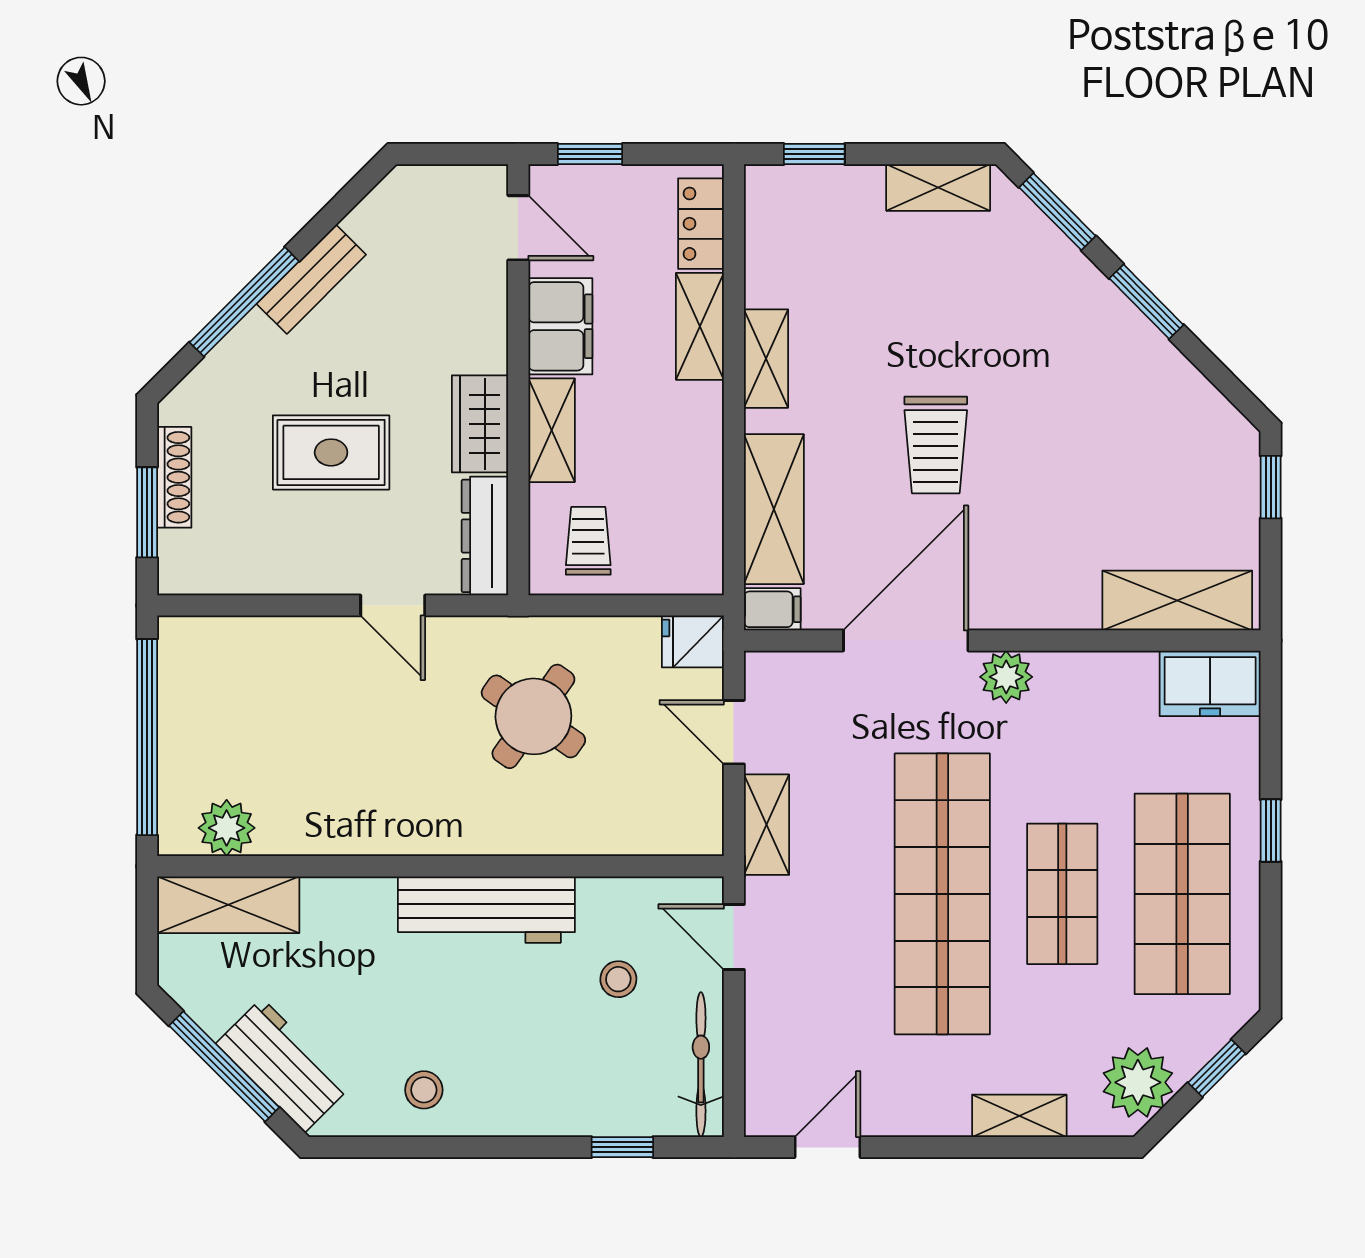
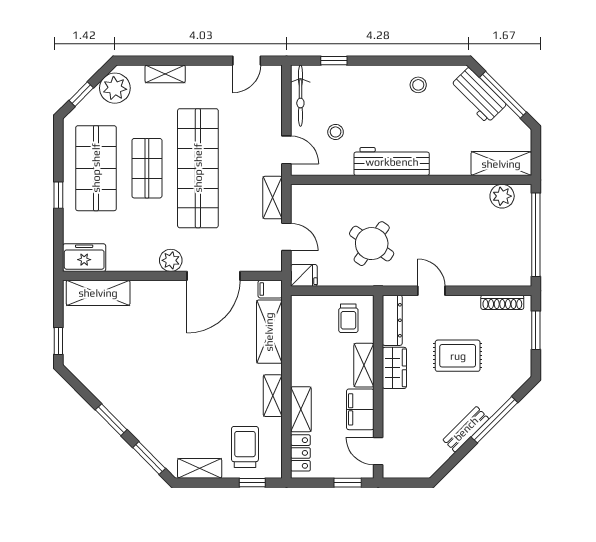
trolley: (936, 445) -> (245, 447), moved
shoe rack: (174, 477) -> (502, 302), moved, turned -90

